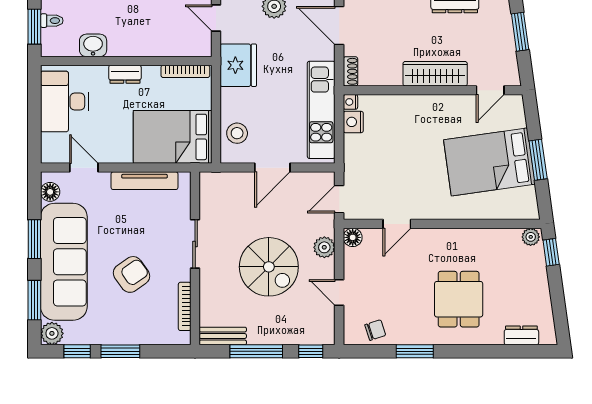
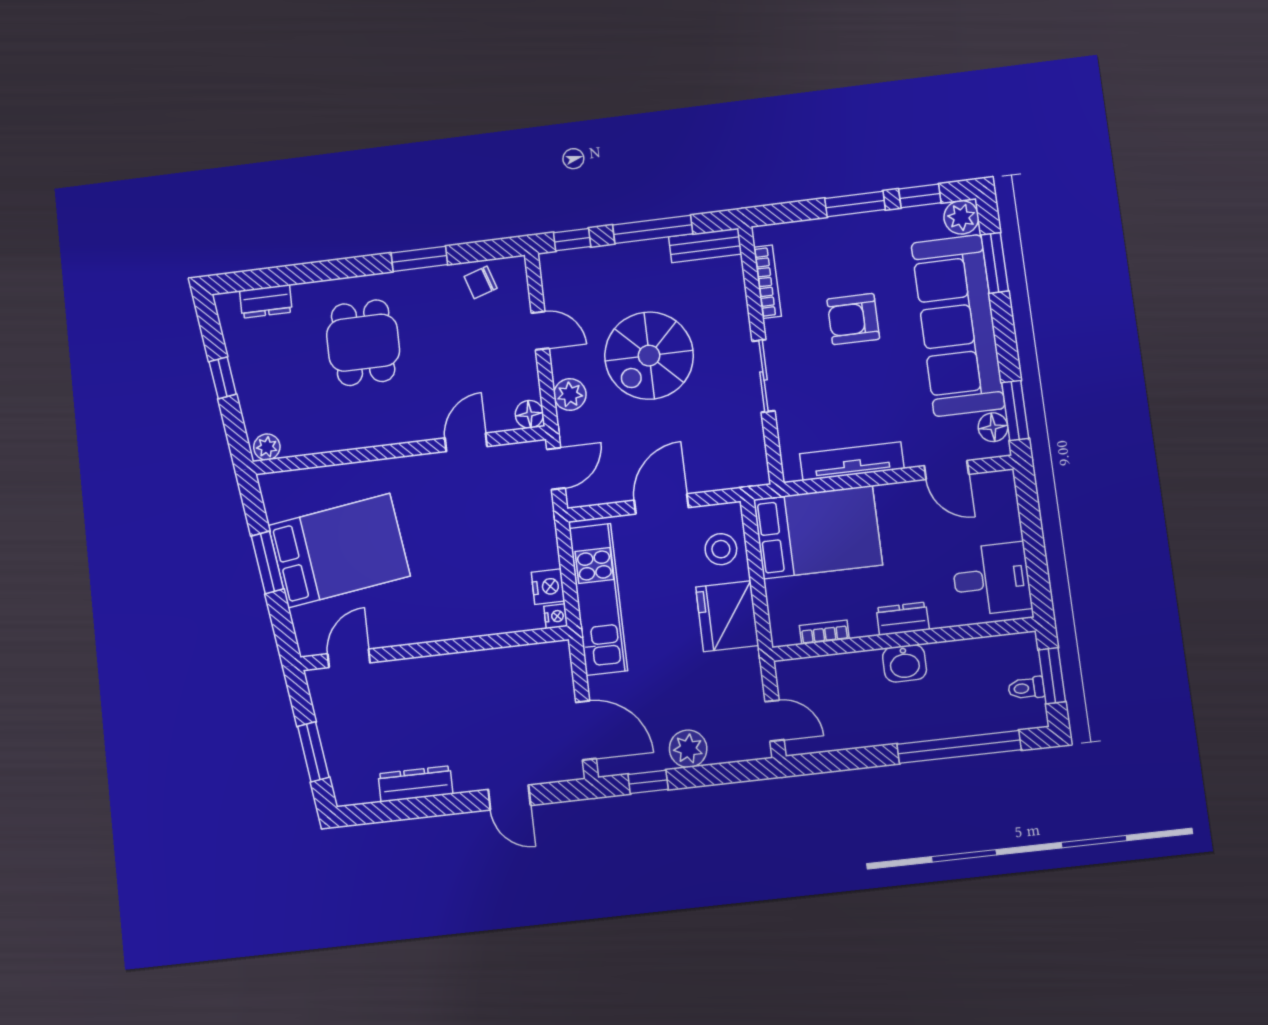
washbasin: (93, 45) -> (905, 663), moved
fridge: (238, 65) -> (727, 616), moved
bookcase: (185, 71) -> (824, 632), width x0.64
shoe rack: (350, 71) -> (561, 663), removed
wardrobe: (435, 74) -> (434, 674), removed
desk: (64, 102) -> (991, 579), width x0.73
window: (34, 239) -> (1015, 411), moved
window: (551, 252) -> (223, 378), moved
spiral stairs: (269, 267) -> (649, 356), turned -90
armchair: (131, 274) -> (853, 319), turned 35

